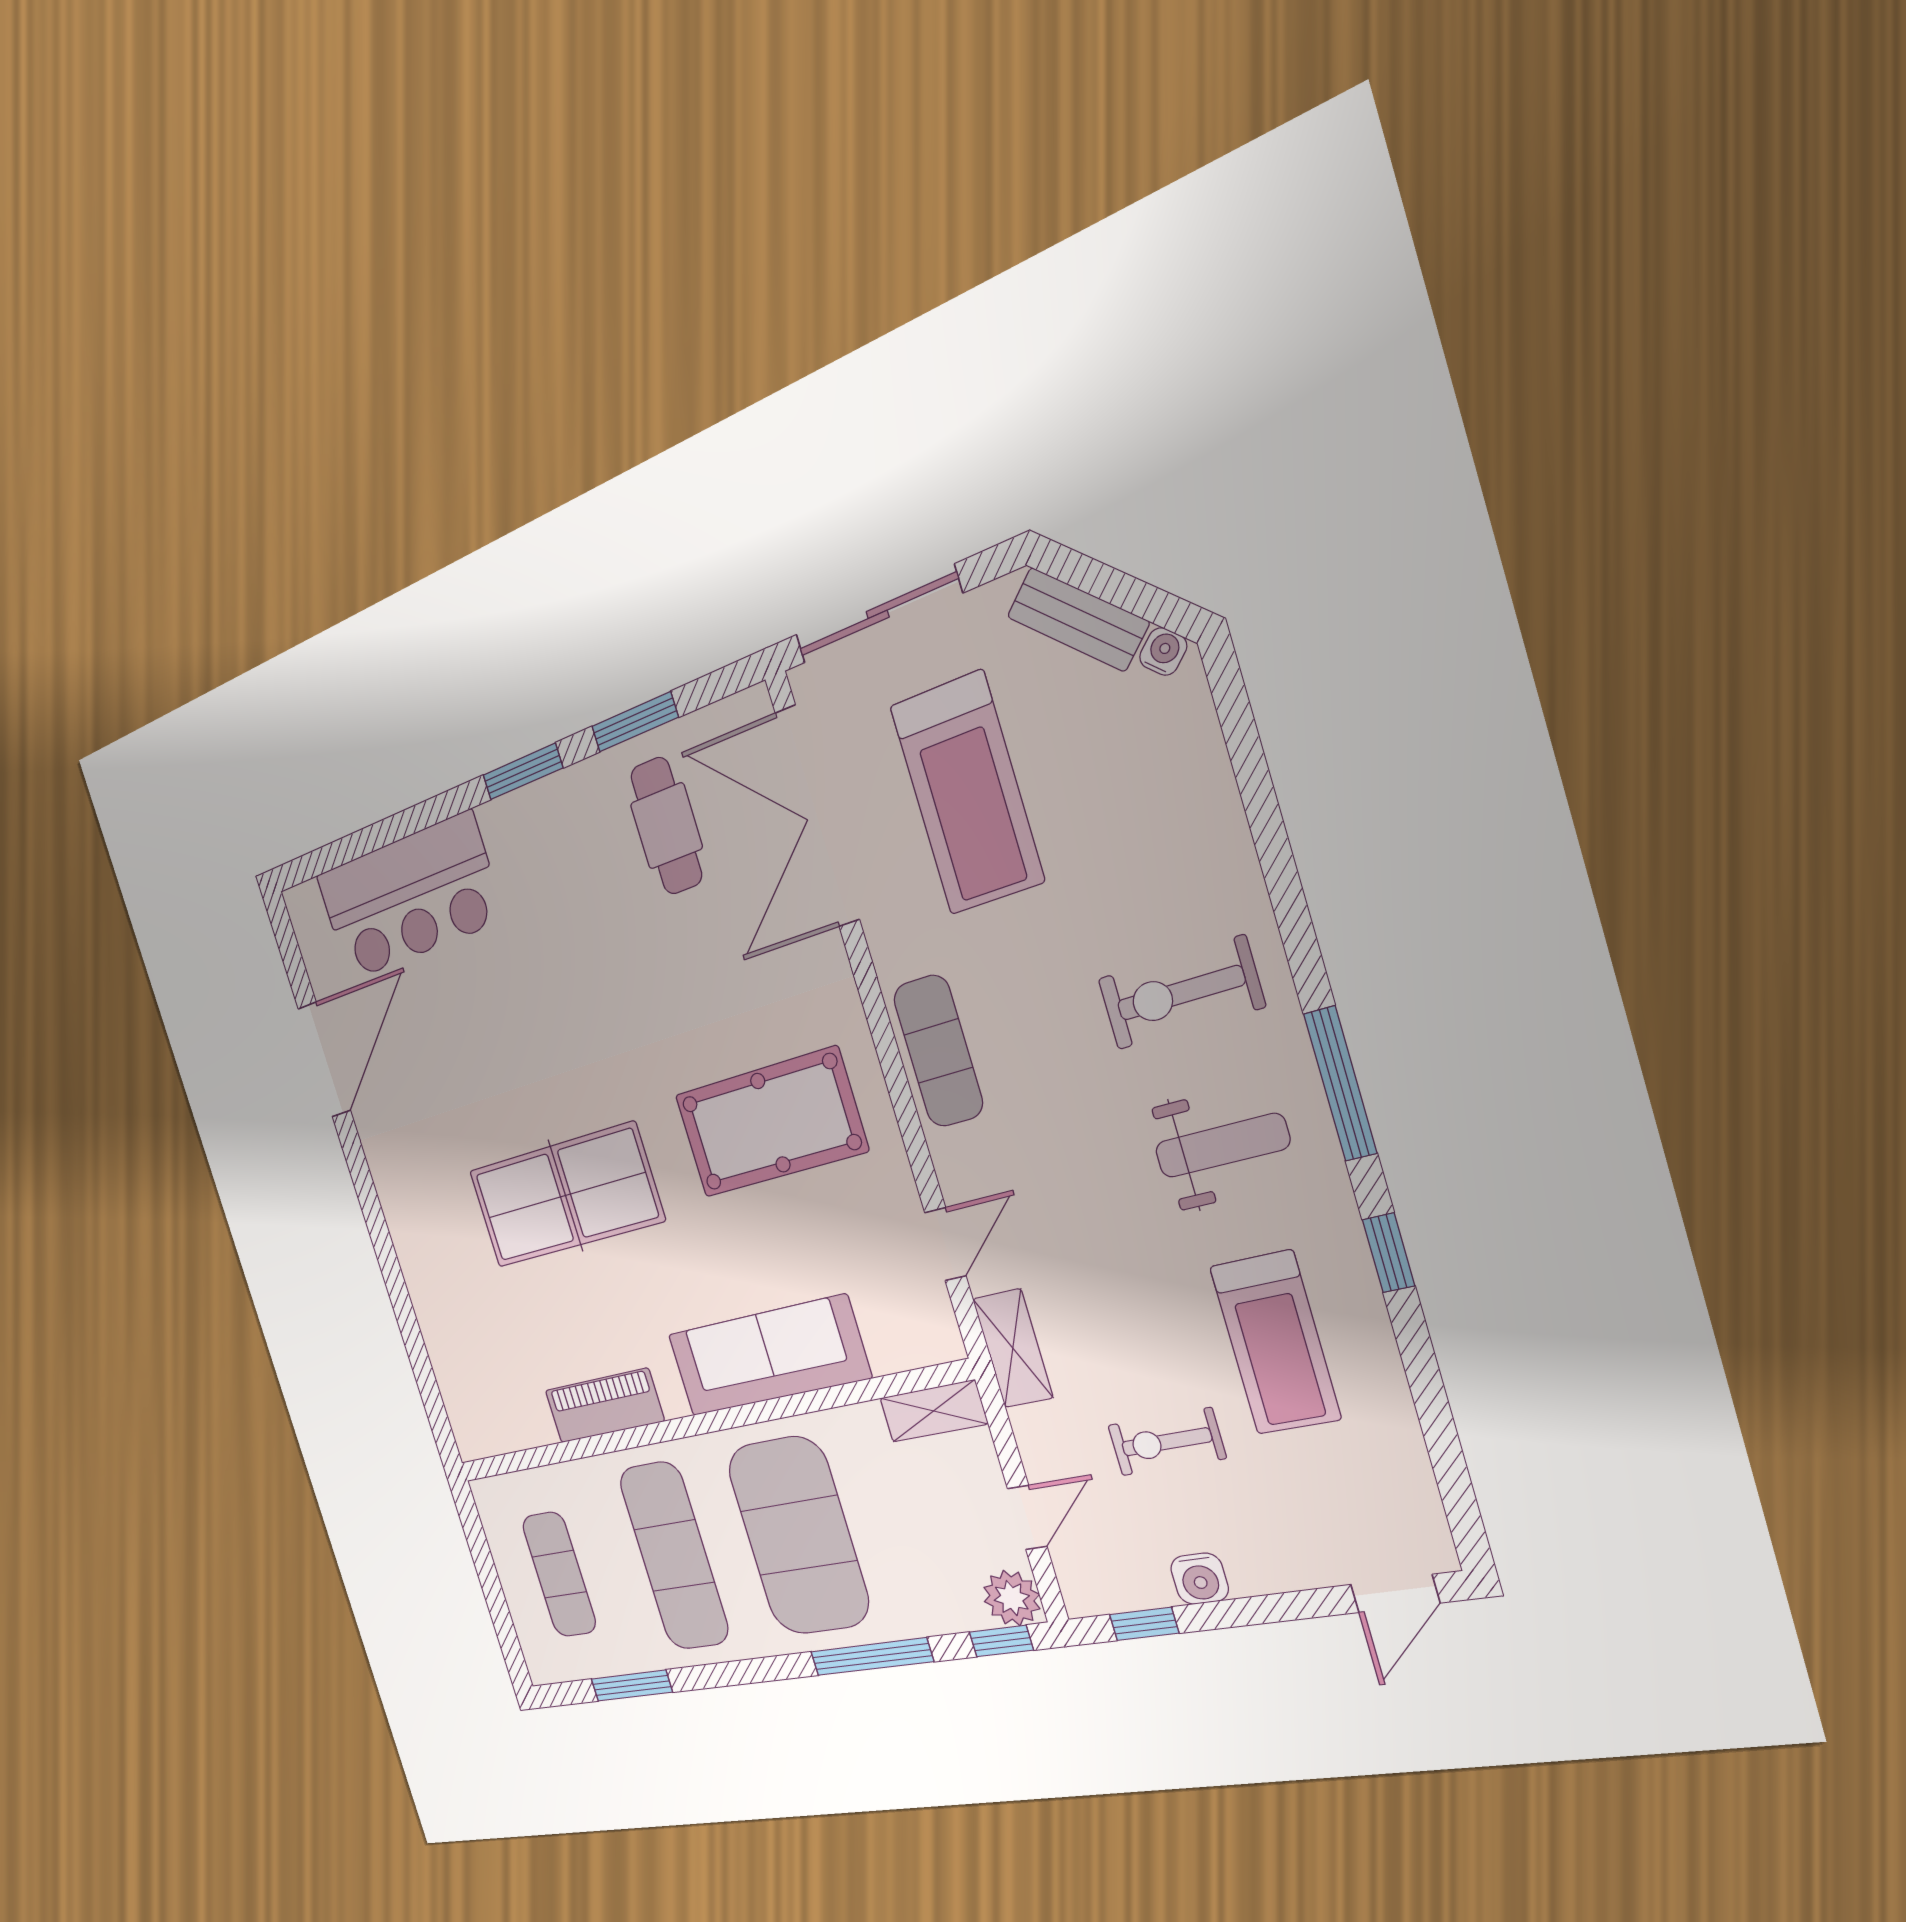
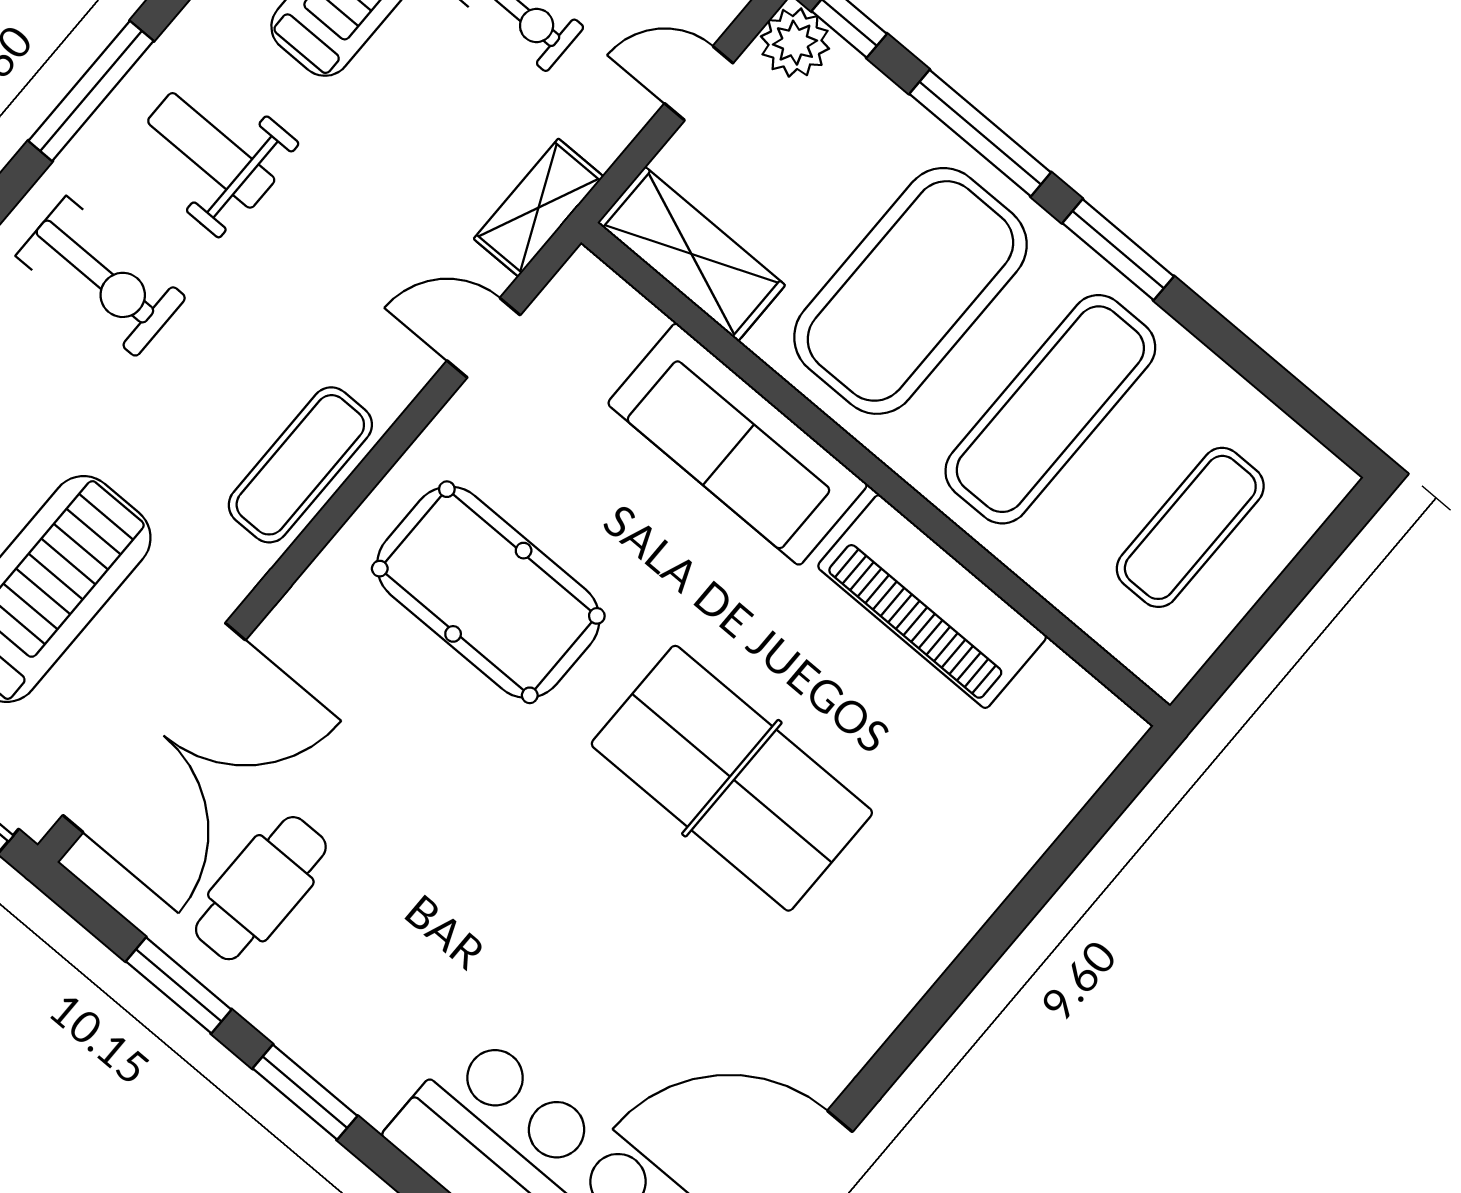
piano: (604, 1406) -> (932, 601), width x1.37, depth x1.33
shelving: (934, 1411) -> (691, 254), width x1.50, depth x1.33
window: (632, 1685) -> (1118, 250), moved

